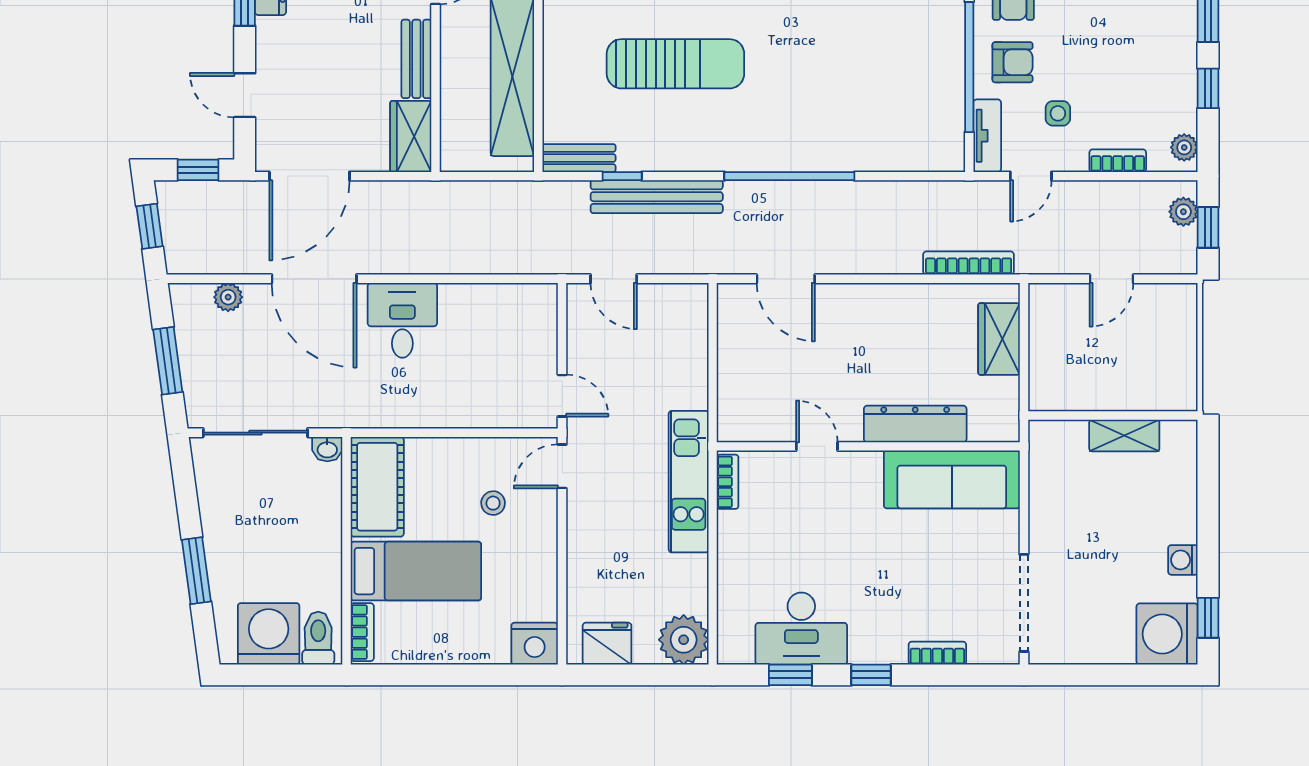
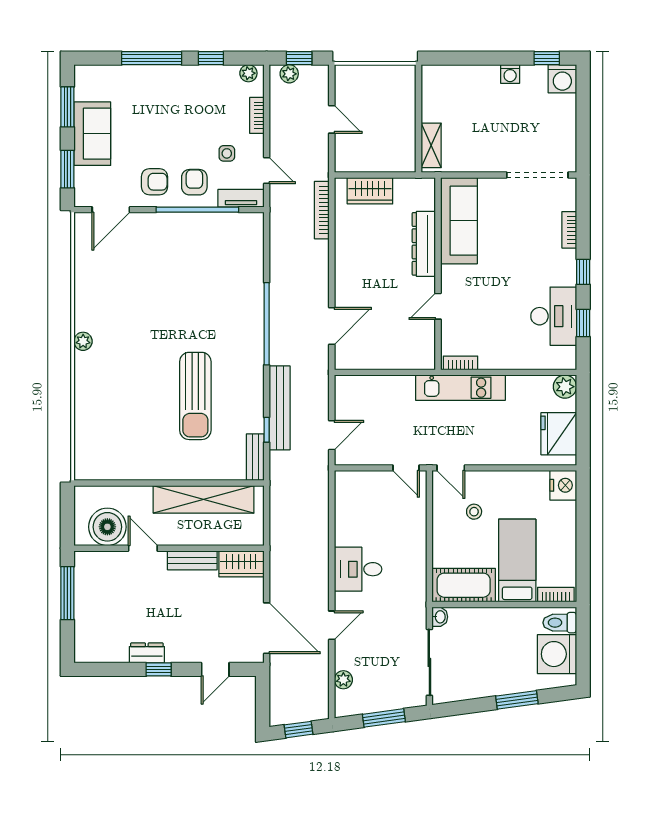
sun lounger: (675, 64) -> (195, 396), turned 180
window: (198, 170) -> (263, 699), removed
door: (314, 279) -> (332, 625), width x0.53
door: (562, 396) -> (406, 468), swing flipped
shelving: (1124, 436) -> (431, 145), moved
washing machine: (1167, 634) -> (562, 79), width x0.73, depth x0.73
plant: (684, 640) -> (565, 387), width x0.73, depth x0.73
fridge: (607, 644) -> (559, 434), width x1.36, depth x1.34

